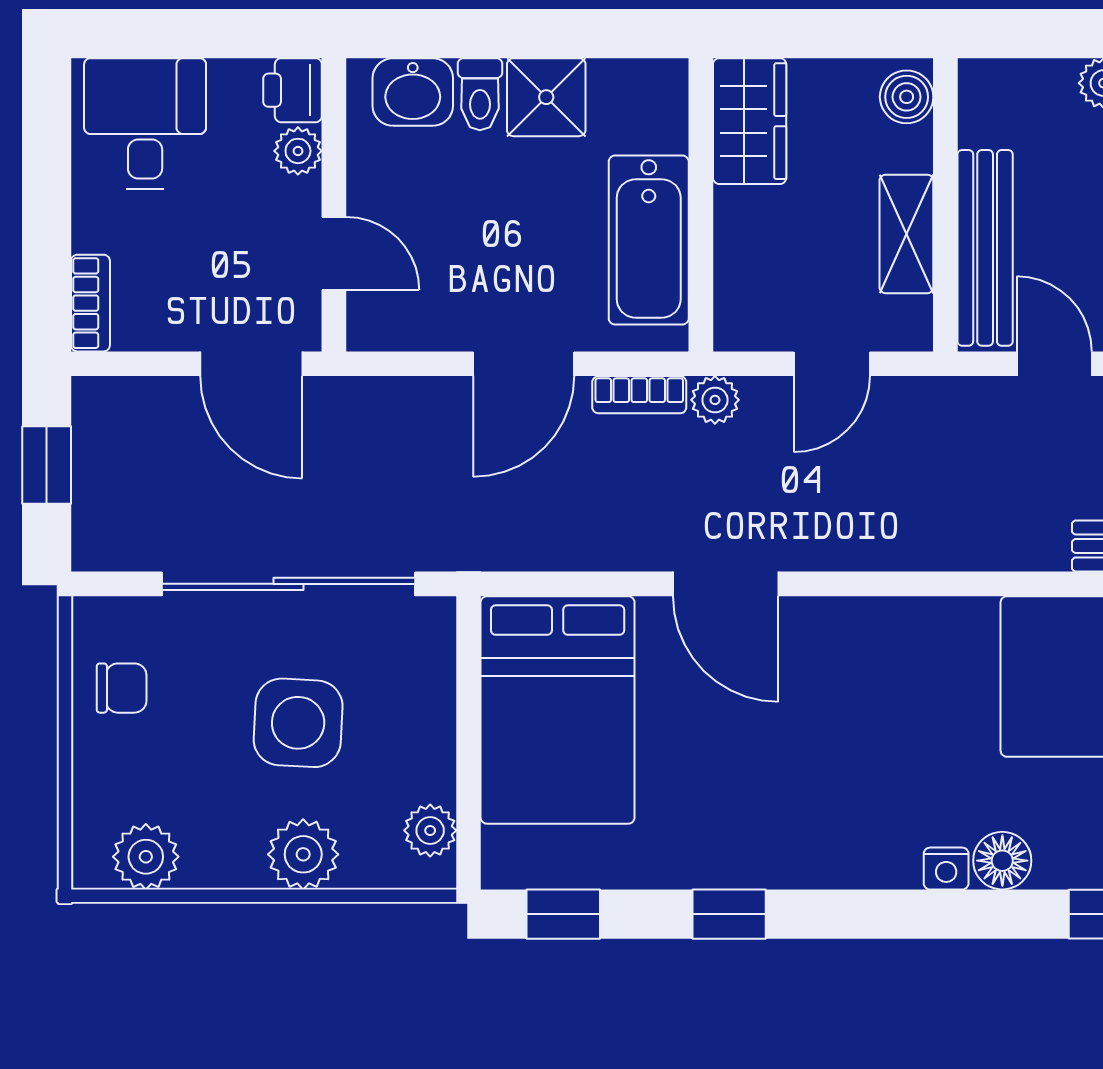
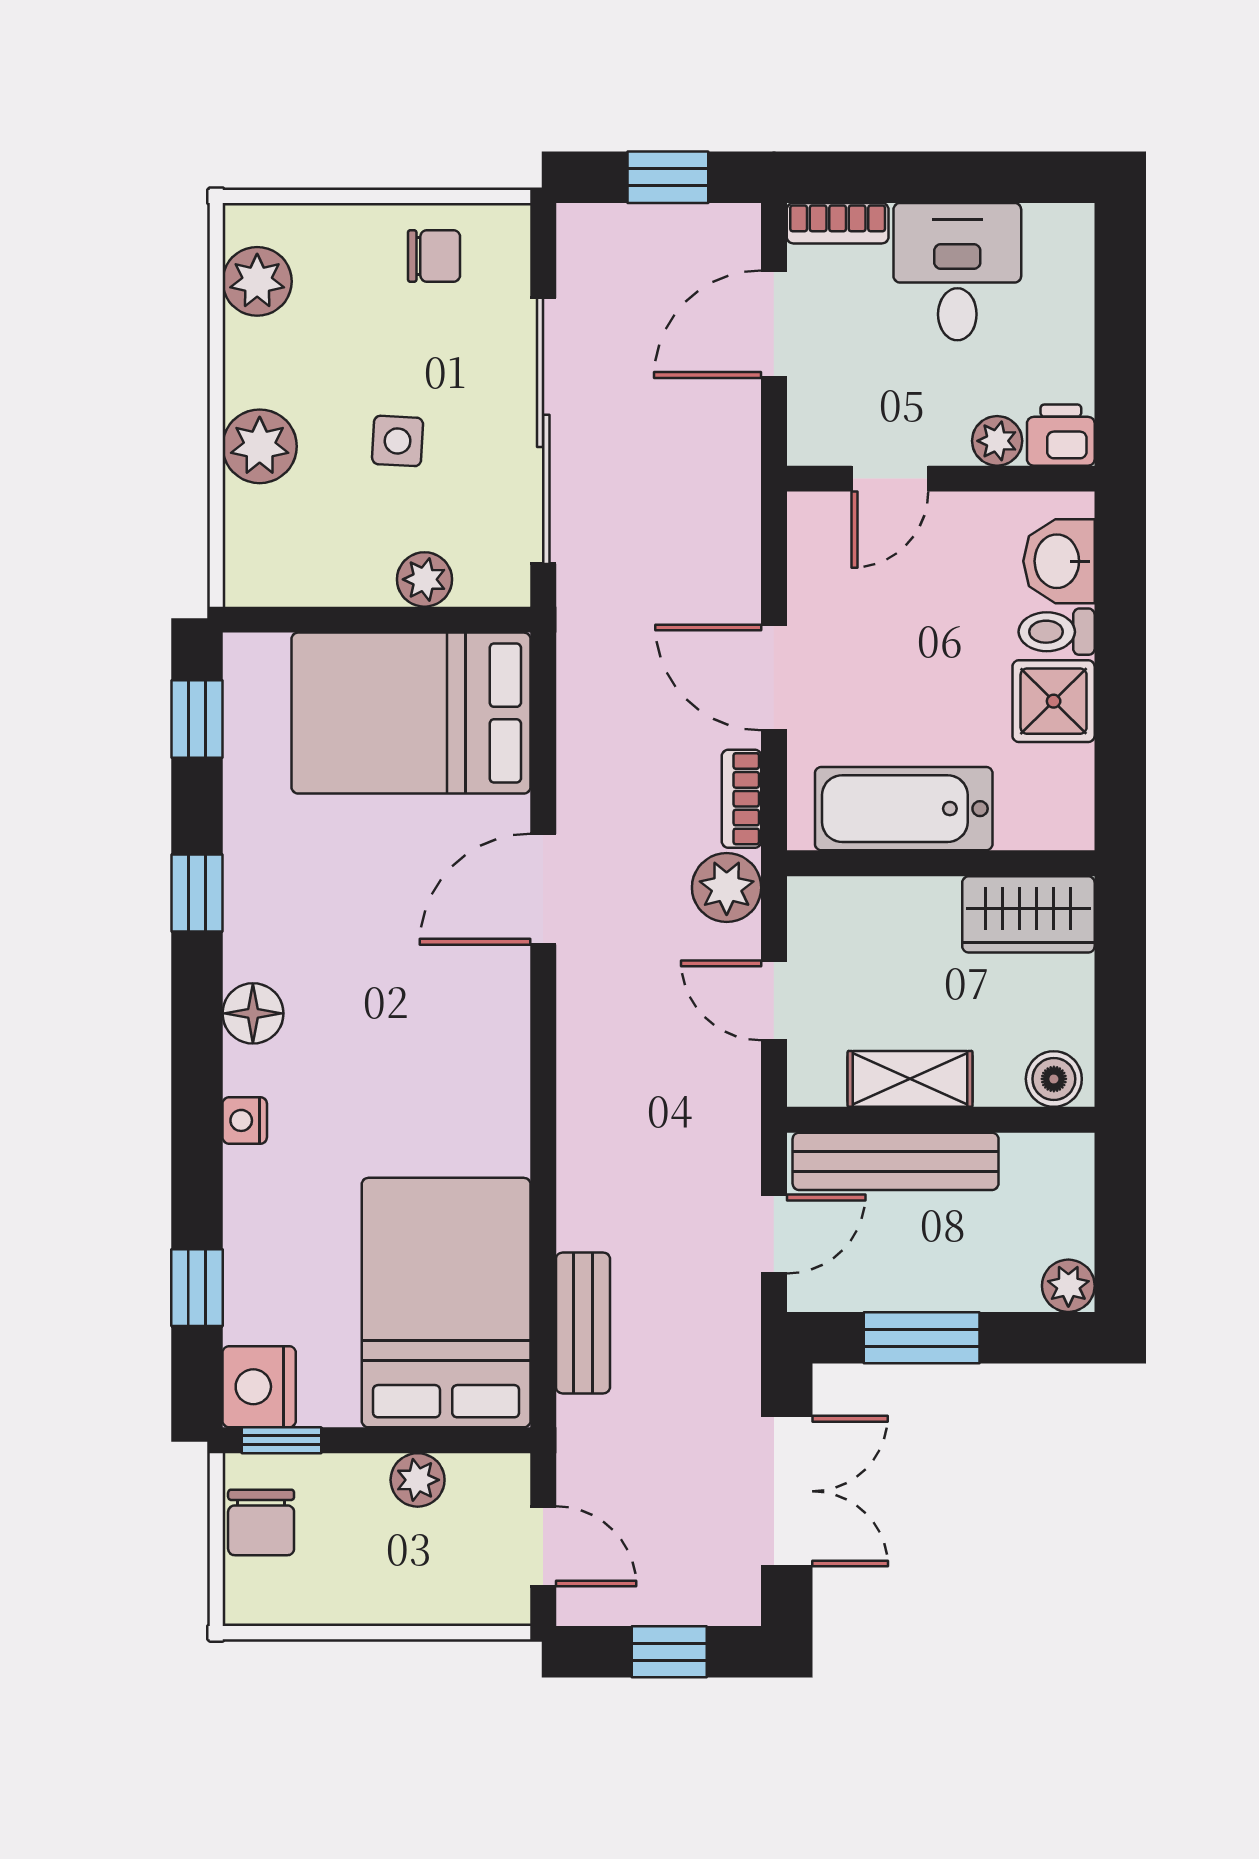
desk: (145, 124) -> (957, 272), moved, turned -90
door: (251, 364) -> (774, 324), moved
plant: (715, 400) -> (727, 888), width x1.38, depth x1.38
chair: (122, 688) -> (434, 256), turned -90
side table: (298, 723) -> (398, 441), width x0.54, depth x0.54
plant: (430, 830) -> (425, 579), moved
floor lamp: (1002, 861) -> (253, 1013), moved

